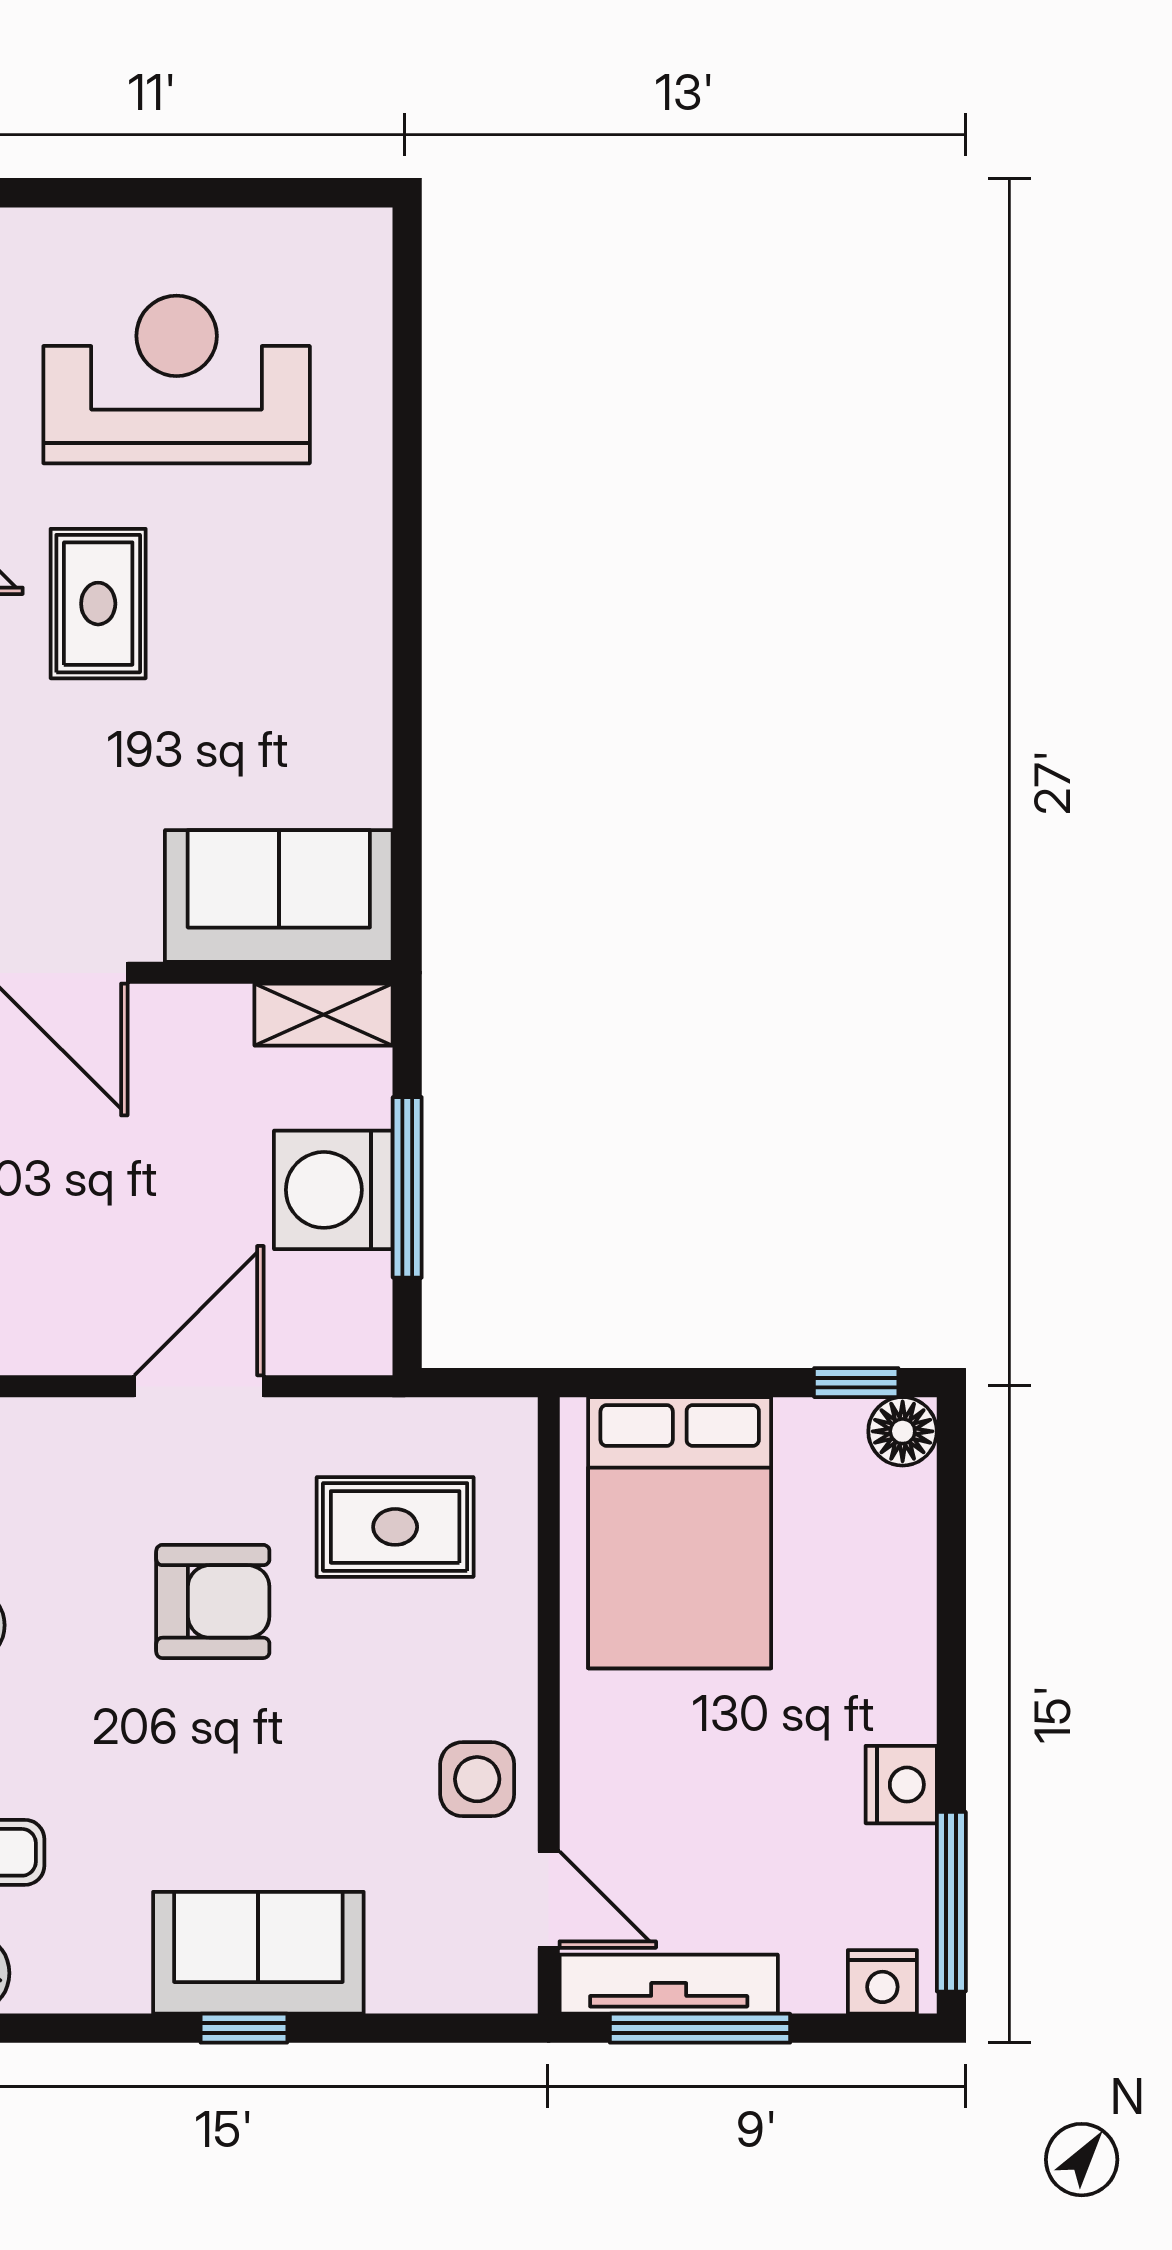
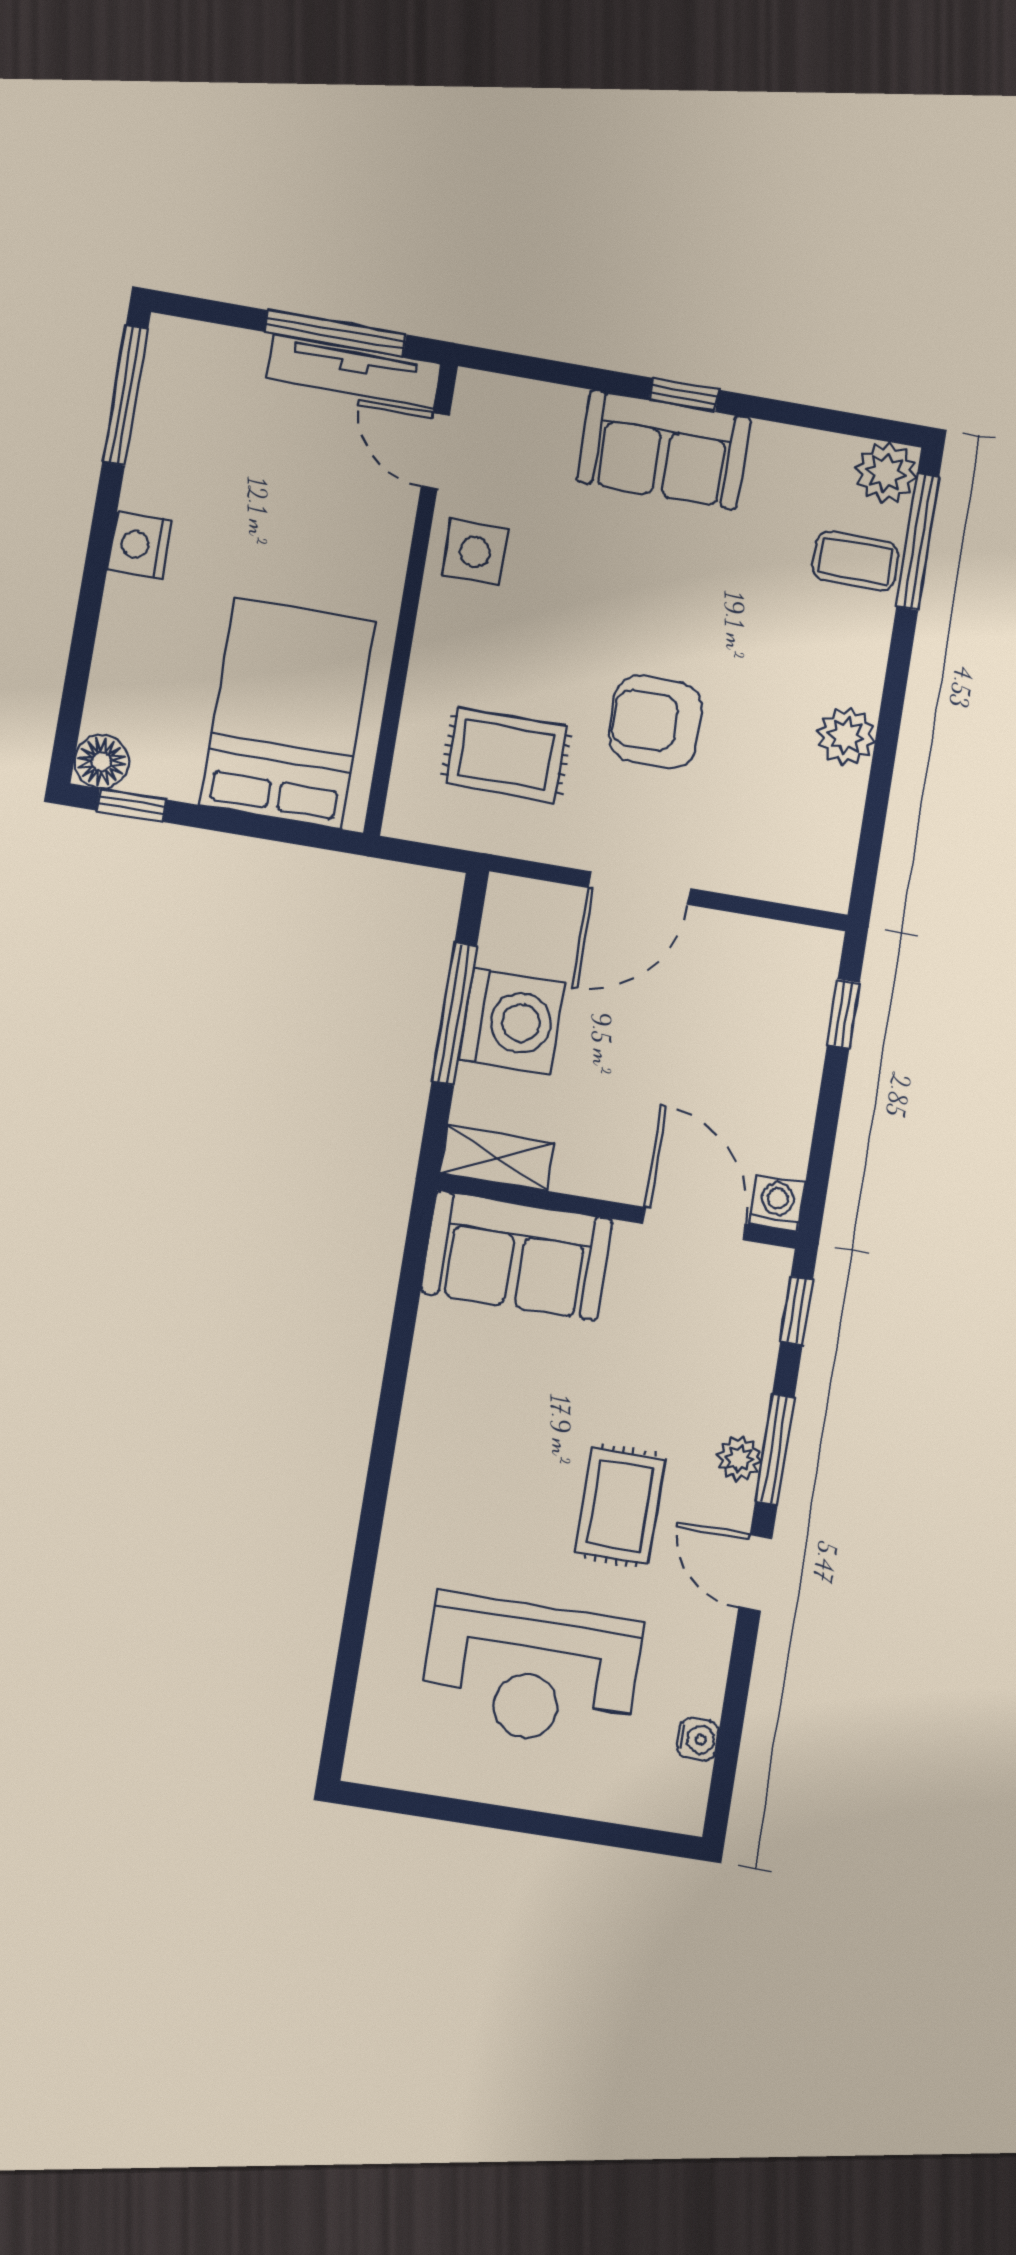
nightstand: (901, 1785) -> (140, 545), moved
nightstand: (882, 1982) -> (189, 344), removed

